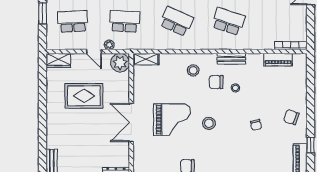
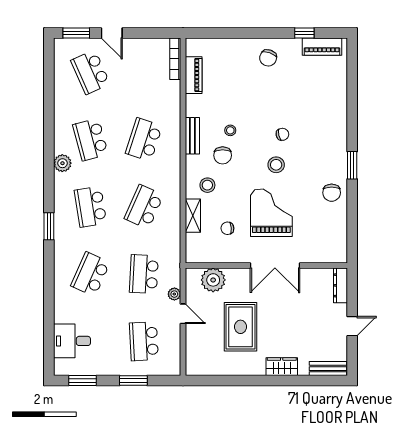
door: (94, 52) -> (183, 314), hinge flipped
shelving: (146, 59) -> (193, 216), moved
wardrobe: (58, 60) -> (282, 367), moved, turned -90
plant: (120, 63) -> (213, 280), moved
chair: (160, 86) -> (227, 228), added
chair: (256, 125) -> (282, 134), moved

